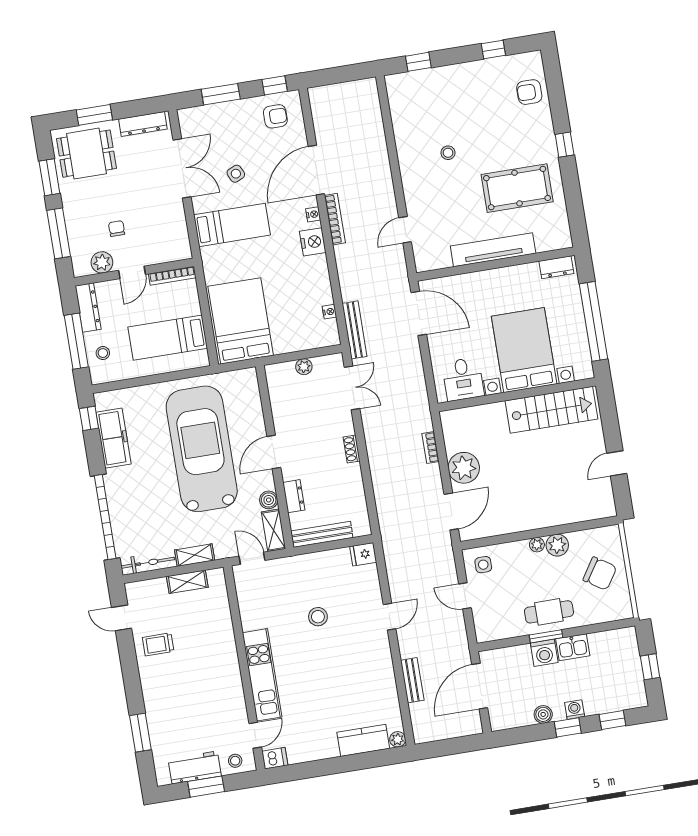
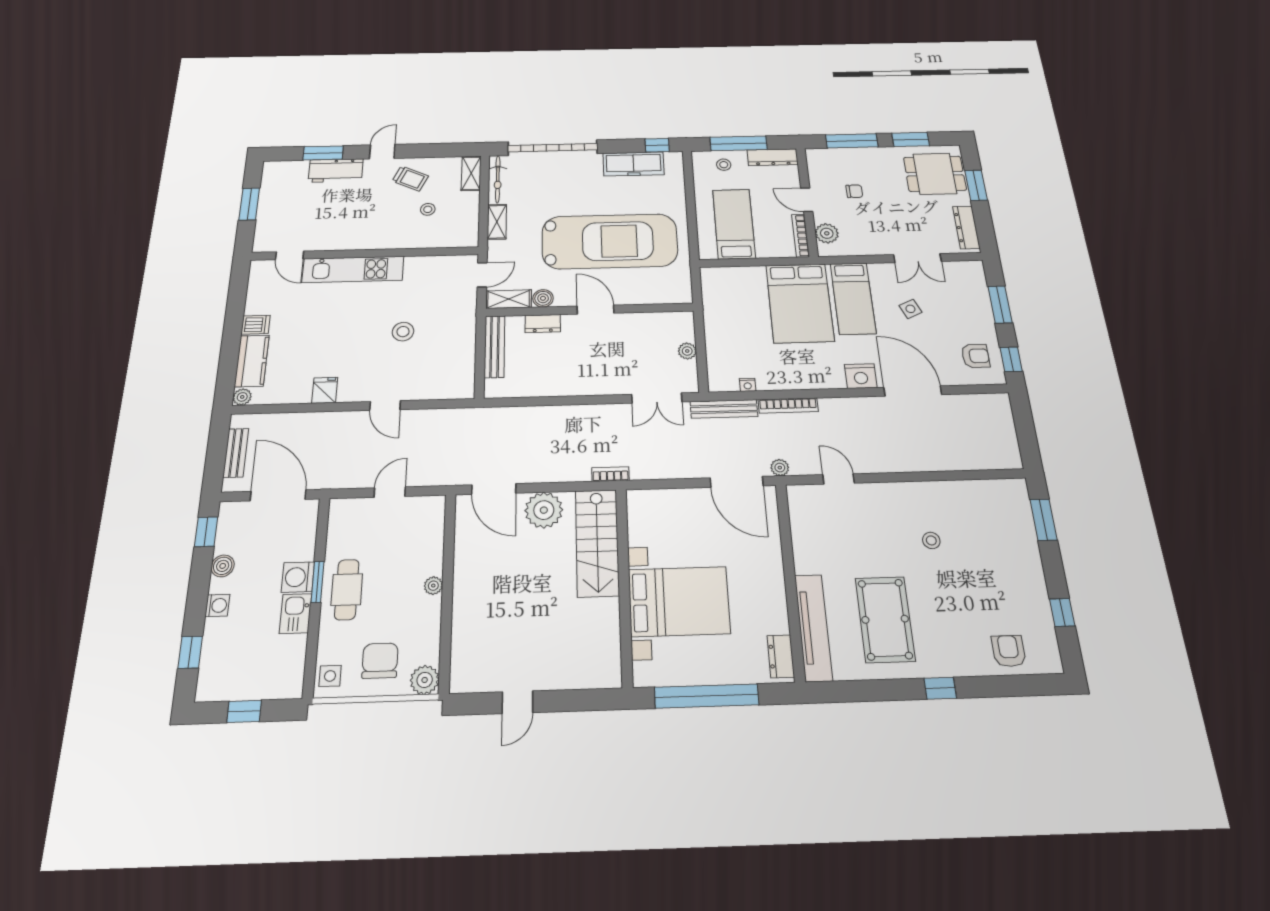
window: (418, 62) -> (1043, 520), width x1.50
armchair: (275, 116) -> (975, 356), turned -90
dining table: (86, 154) -> (935, 174), turned 90
double door: (182, 168) -> (917, 258), width x0.73
nightstand: (313, 214) -> (861, 376), width x1.89, depth x1.79
bookcase: (335, 219) -> (788, 405), moved
nightstand: (313, 242) -> (830, 377), removed
tv unit: (493, 250) -> (813, 627), moved
plant: (102, 262) -> (827, 233), moved
plant: (401, 279) -> (780, 468), added
door: (419, 313) -> (737, 482), hinge flipped
bed: (241, 321) -> (800, 303), moved, turned 90
desk: (463, 379) -> (652, 523), removed
stairs: (551, 410) -> (597, 543), moved
bookcase: (431, 448) -> (610, 474), moved
shoe rack: (352, 449) -> (586, 389), removed
door: (617, 463) -> (517, 702), swing flipped
plant: (557, 545) -> (425, 680), moved
fridge: (363, 554) -> (325, 390), moved
side table: (483, 565) -> (330, 676), moved
chair: (600, 574) -> (380, 661), turned 147
shelving: (187, 582) -> (471, 173), moved
door: (122, 618) -> (382, 152), moved
trolley: (158, 644) -> (410, 179), turned 115
bench: (412, 680) -> (236, 453), moved, turned 90
window: (568, 727) -> (206, 532), moved
dishwasher: (275, 758) -> (256, 325), moved, turned -90
stool: (235, 761) -> (428, 209), moved
workbench: (195, 768) -> (336, 171), moved, turned 90

